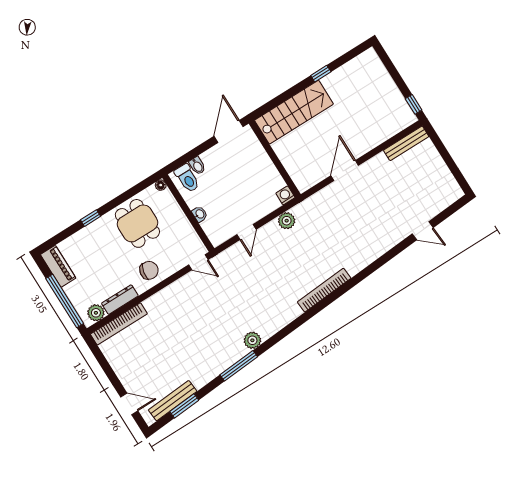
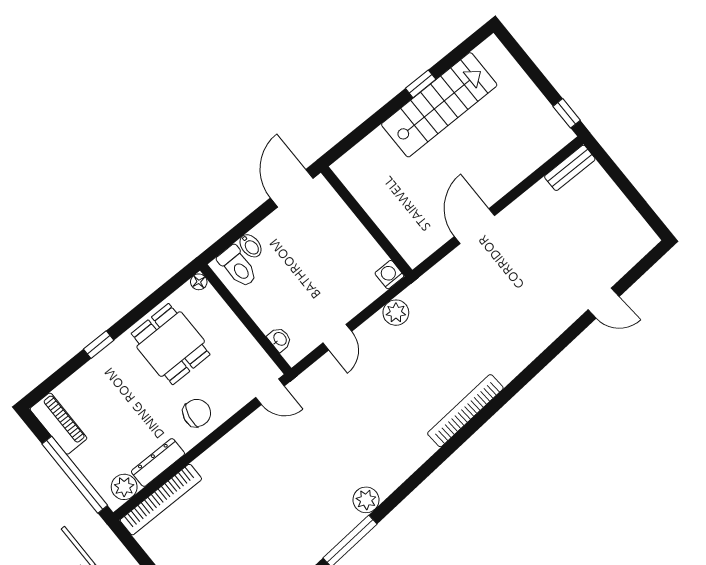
stairs: (294, 112) -> (439, 105), moved
bench: (406, 143) -> (570, 168), width x0.73
washbasin: (200, 214) -> (280, 339), moved

